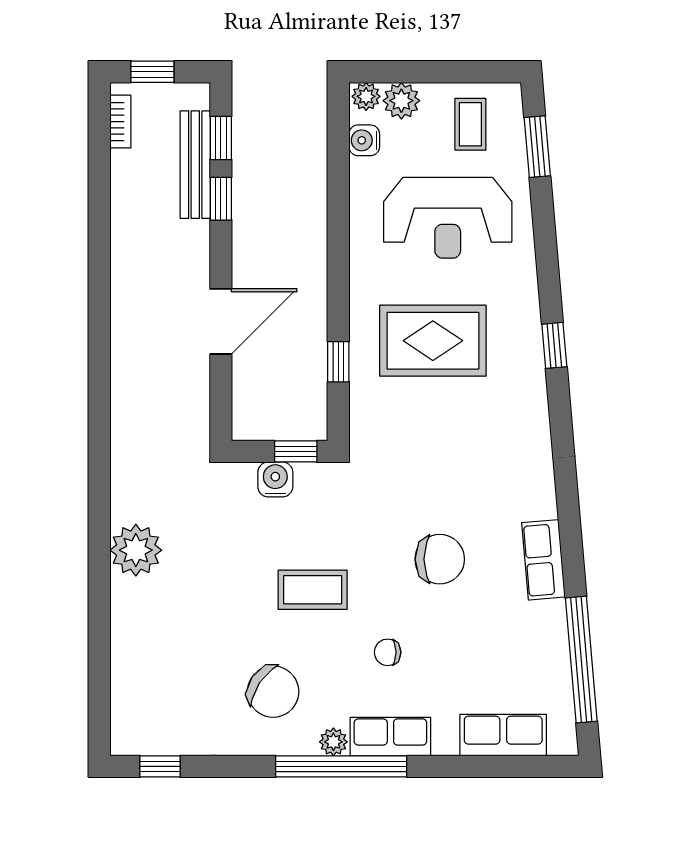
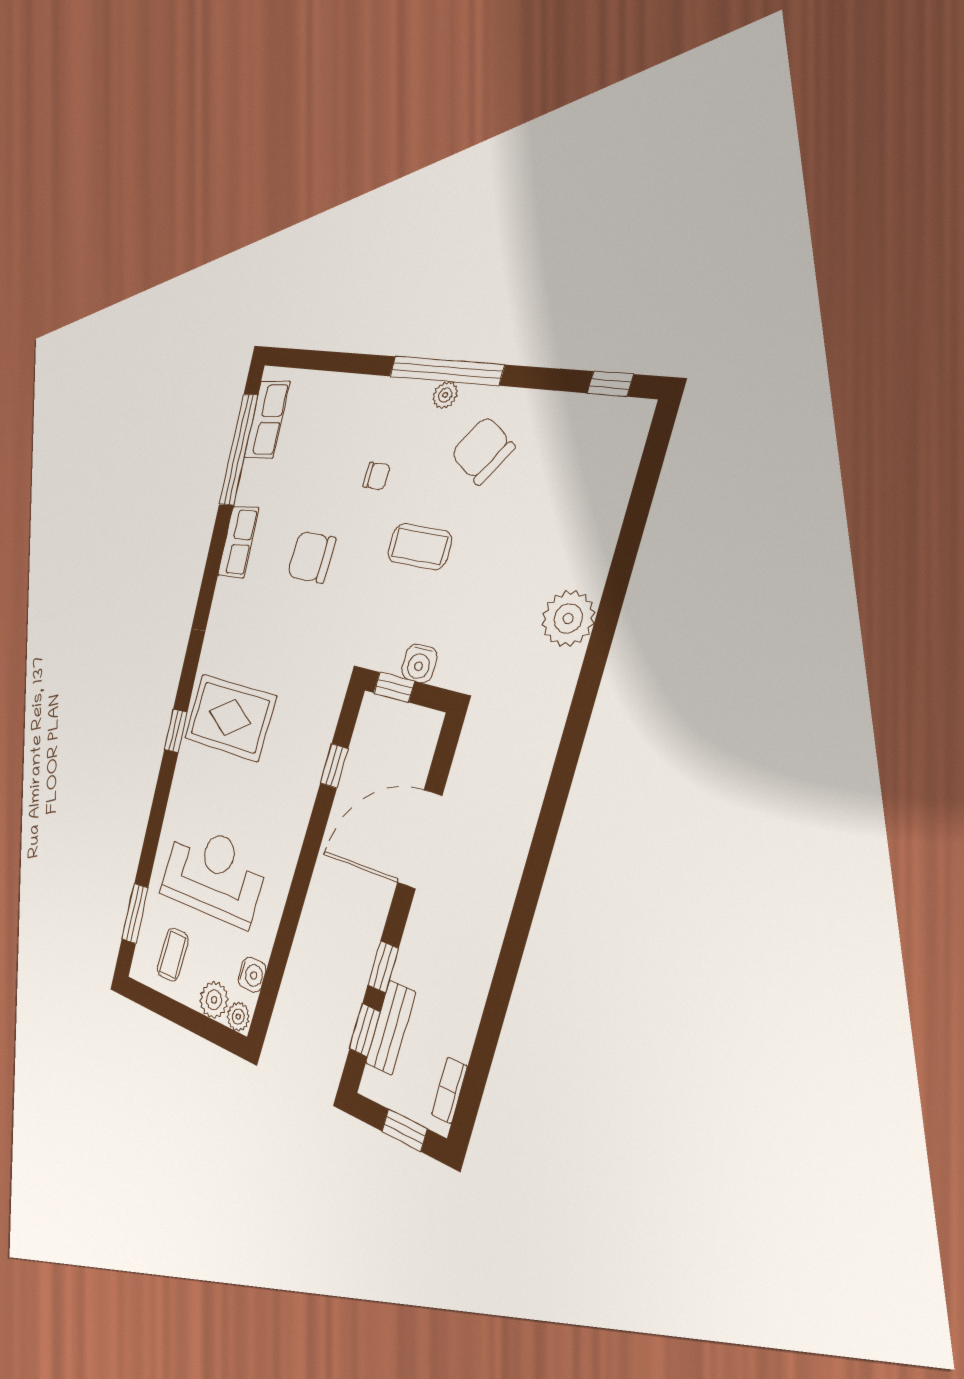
bench: (195, 165) -> (391, 1027), width x0.73
door: (221, 321) -> (420, 839), width x1.36
rug: (433, 341) -> (230, 717), moved
row of seats: (503, 735) -> (267, 419), moved, turned -95
row of seats: (390, 737) -> (397, 396), removed

